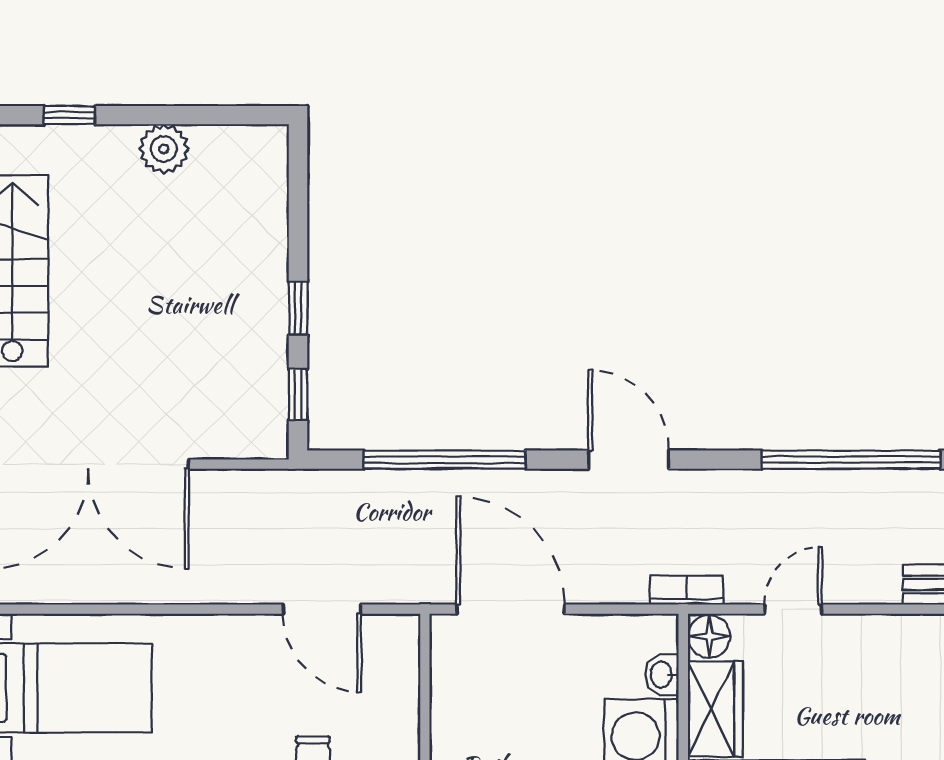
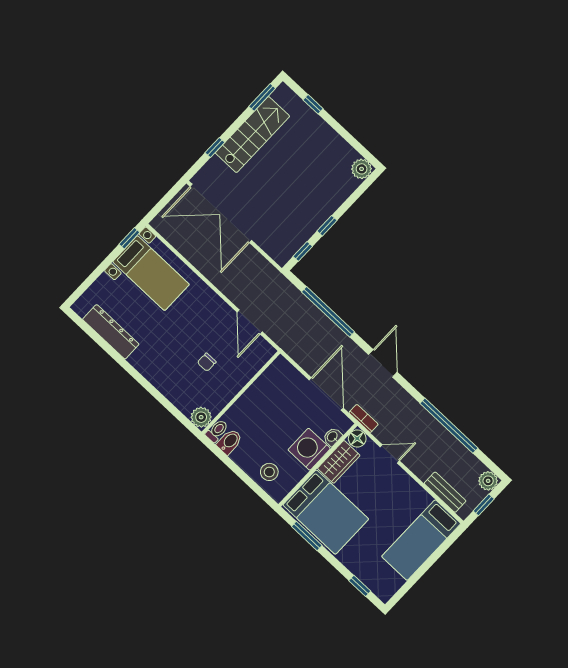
plant: (164, 149) -> (362, 169), moved
door: (510, 609) -> (326, 394), moved

